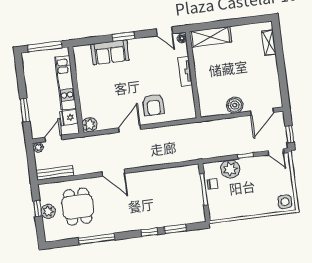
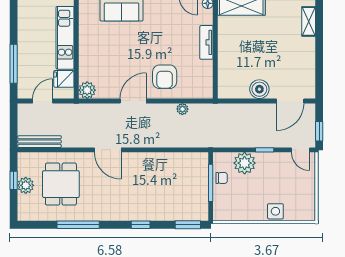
window: (25, 110) -> (14, 64), width x1.44
plant: (38, 147) -> (182, 109), moved
side table: (285, 202) -> (275, 211), moved
window: (175, 229) -> (188, 225), moved

